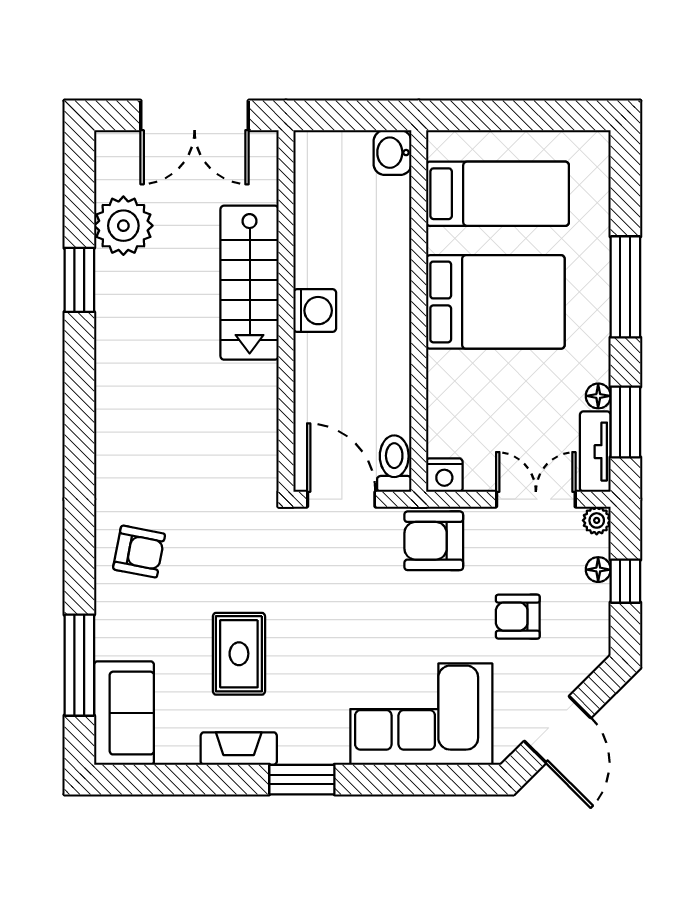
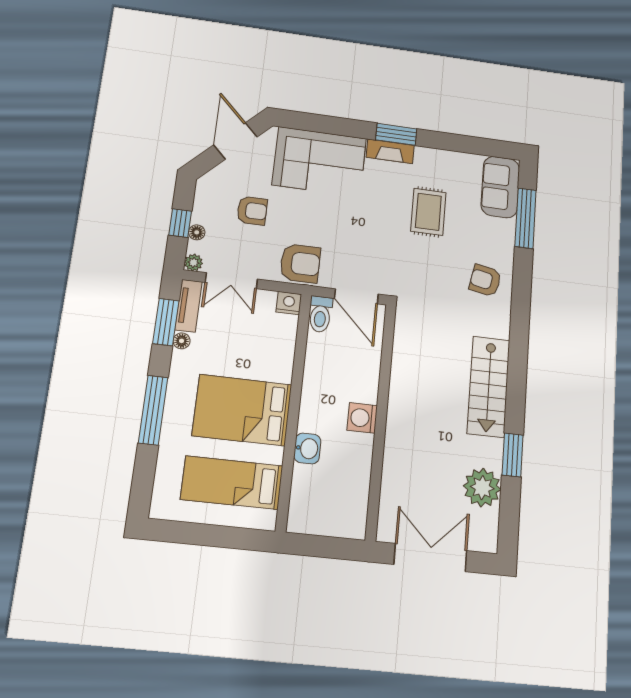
washbasin: (392, 153) -> (307, 448), moved
stairs: (250, 283) -> (489, 387), moved, turned 180
fireplace: (239, 749) -> (390, 151), moved

